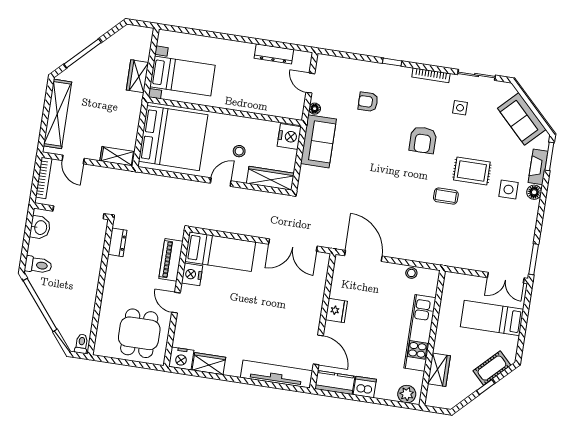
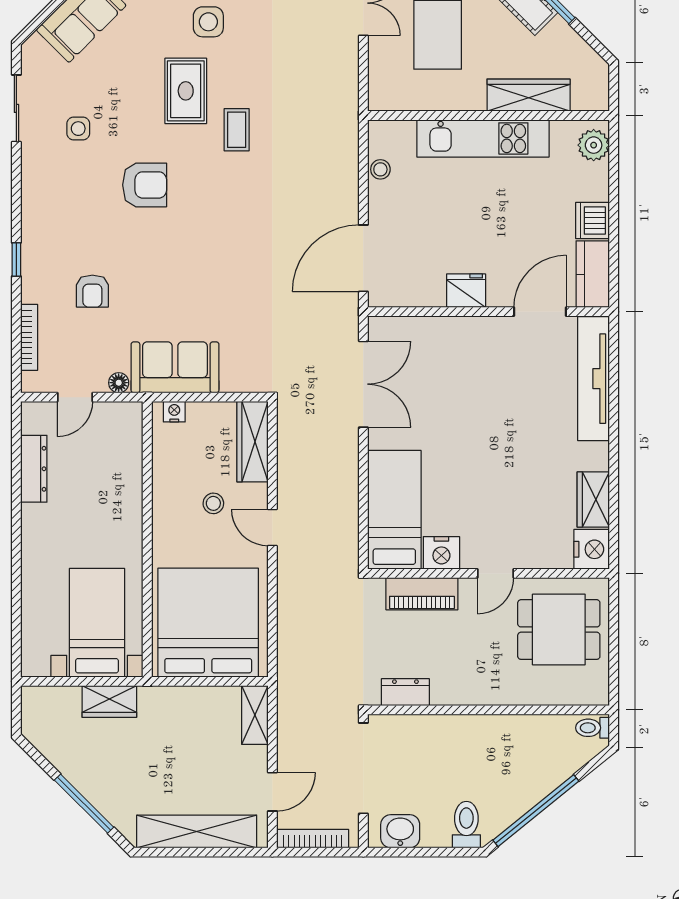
bookcase: (431, 75) -> (29, 337), moved
nightstand: (289, 136) -> (174, 412), width x0.53, depth x0.56
wardrobe: (439, 370) -> (529, 95), width x1.50

